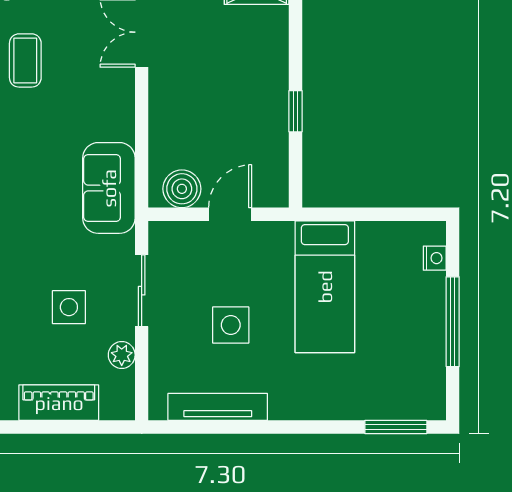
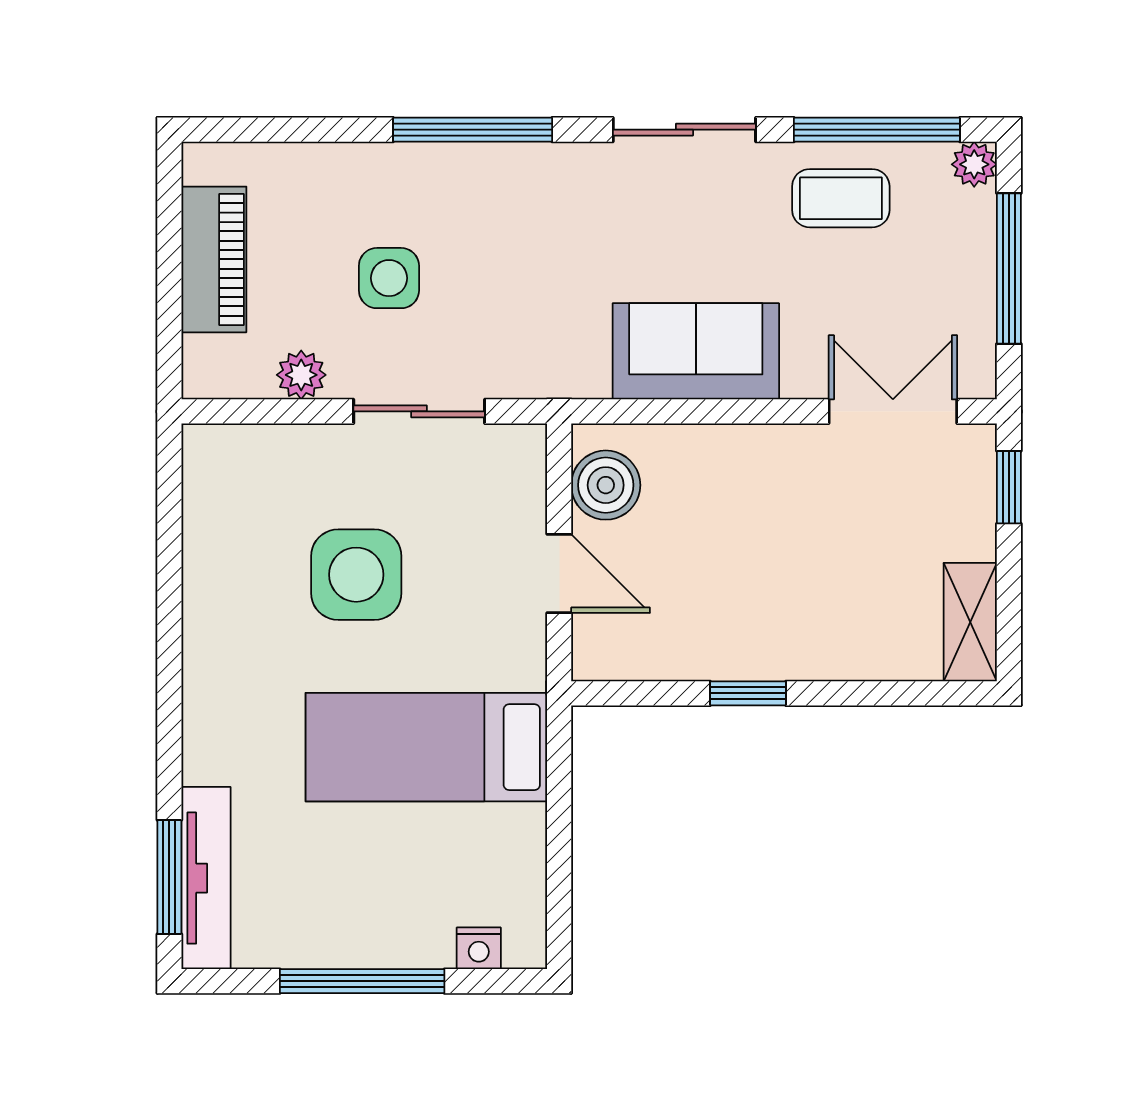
sofa: (109, 188) -> (696, 351), moved
side table: (231, 325) -> (356, 575), width x1.37, depth x1.37
tv unit: (218, 407) -> (206, 878), moved

